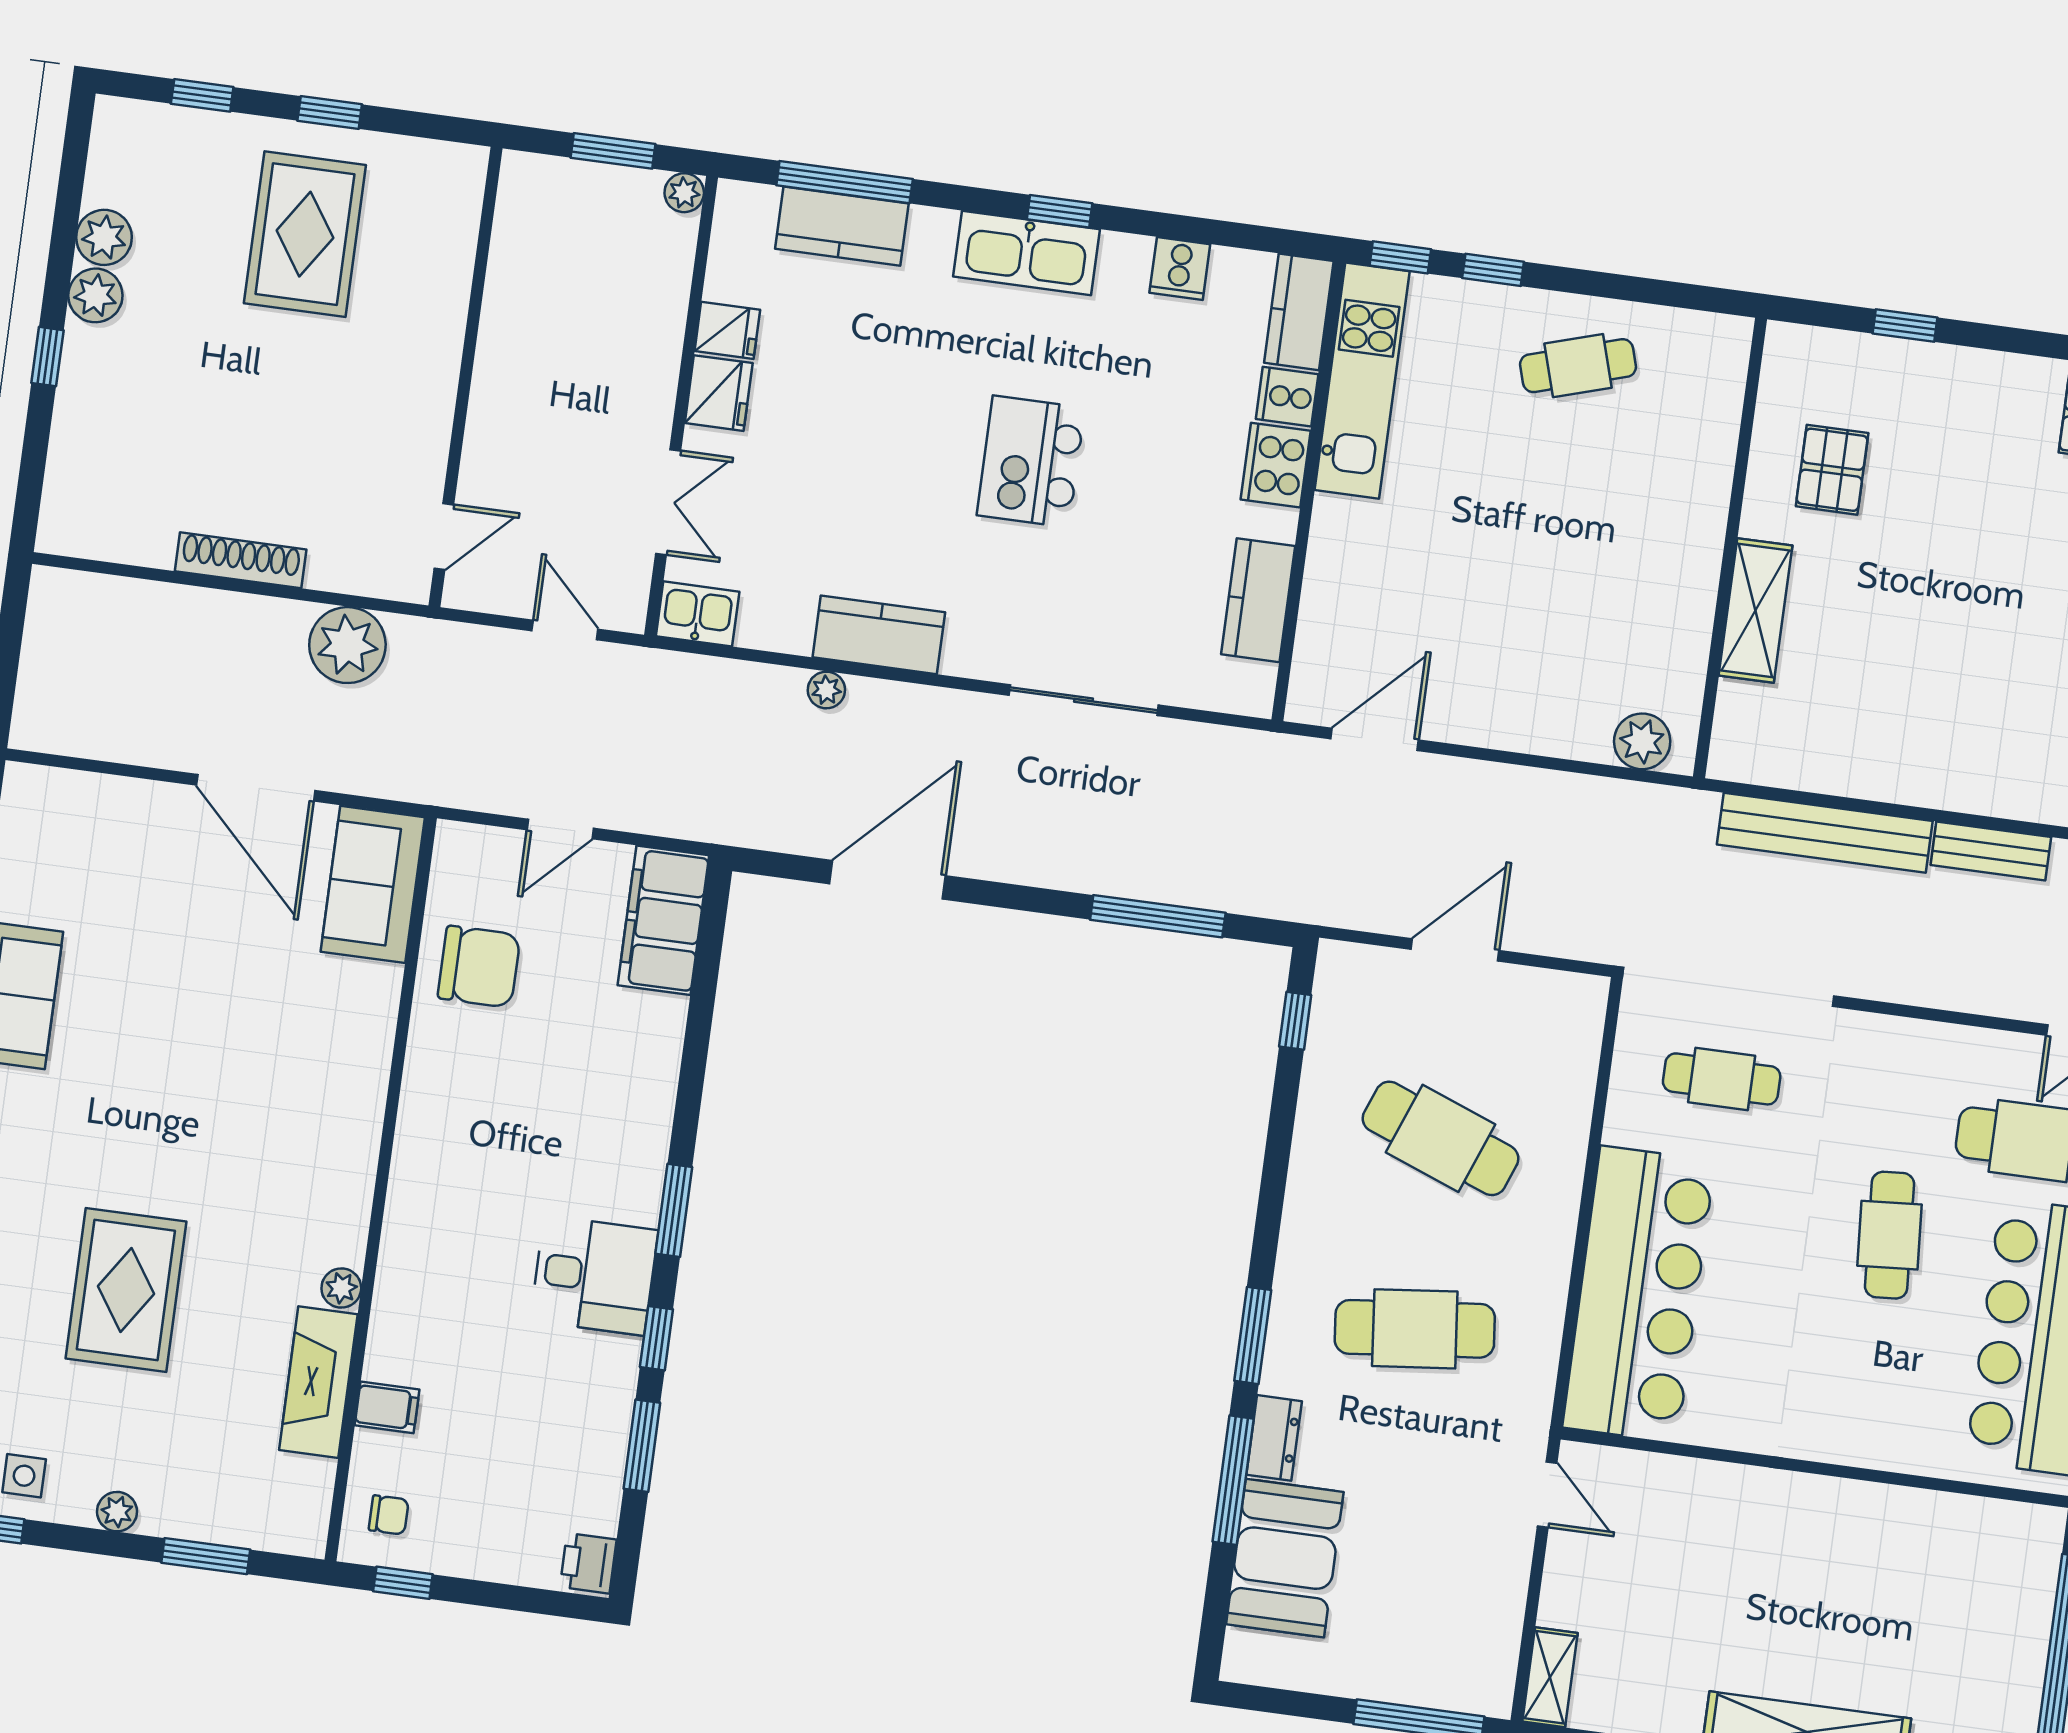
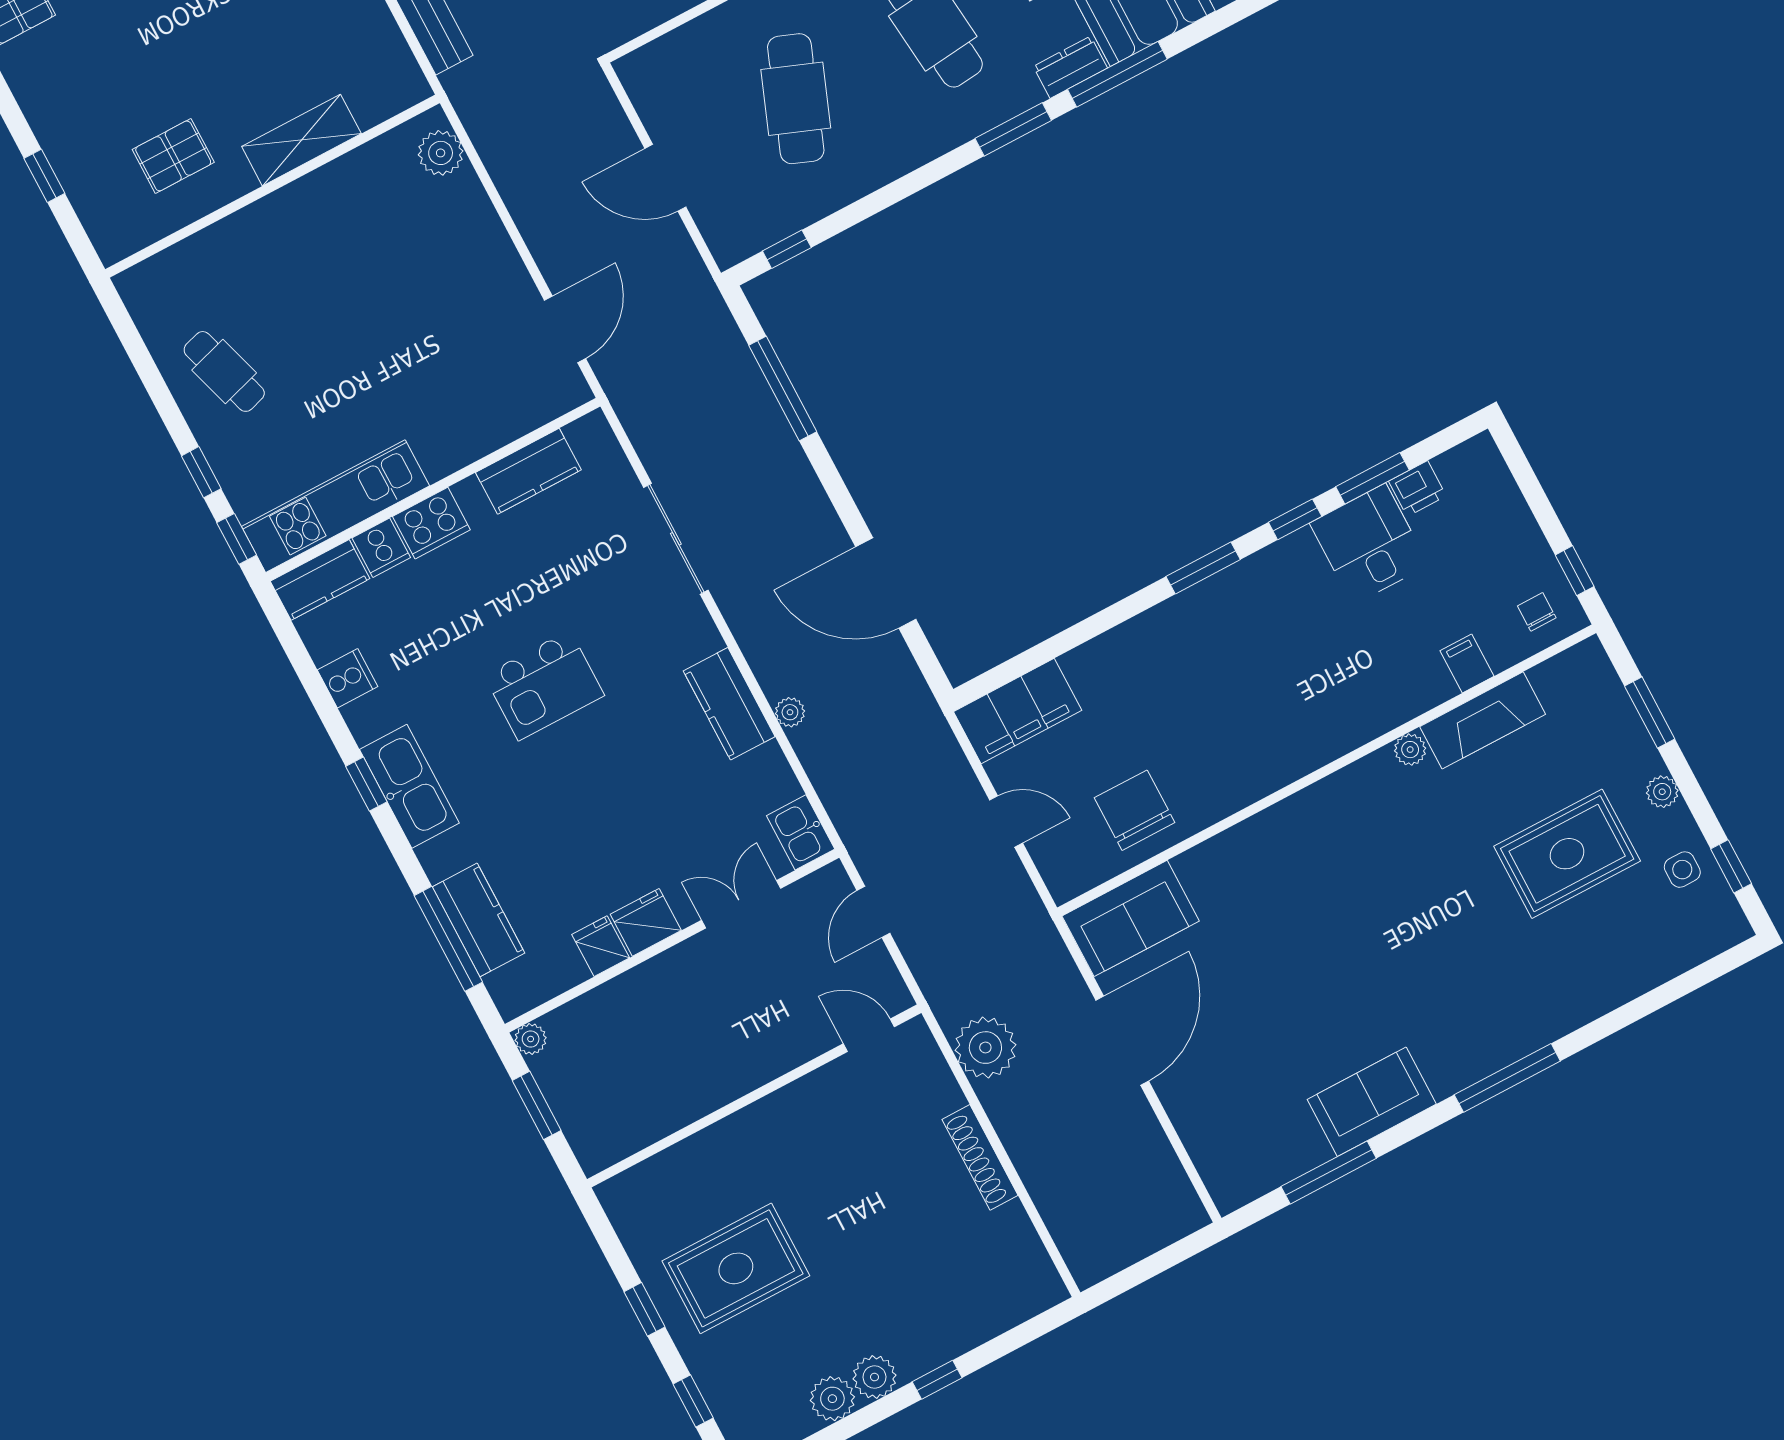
door: (1375, 739) -> (565, 329), swing flipped
desk: (594, 1275) -> (1369, 544), moved
rug: (126, 1290) -> (1567, 854), moved
printer: (588, 1563) -> (1417, 489), moved

